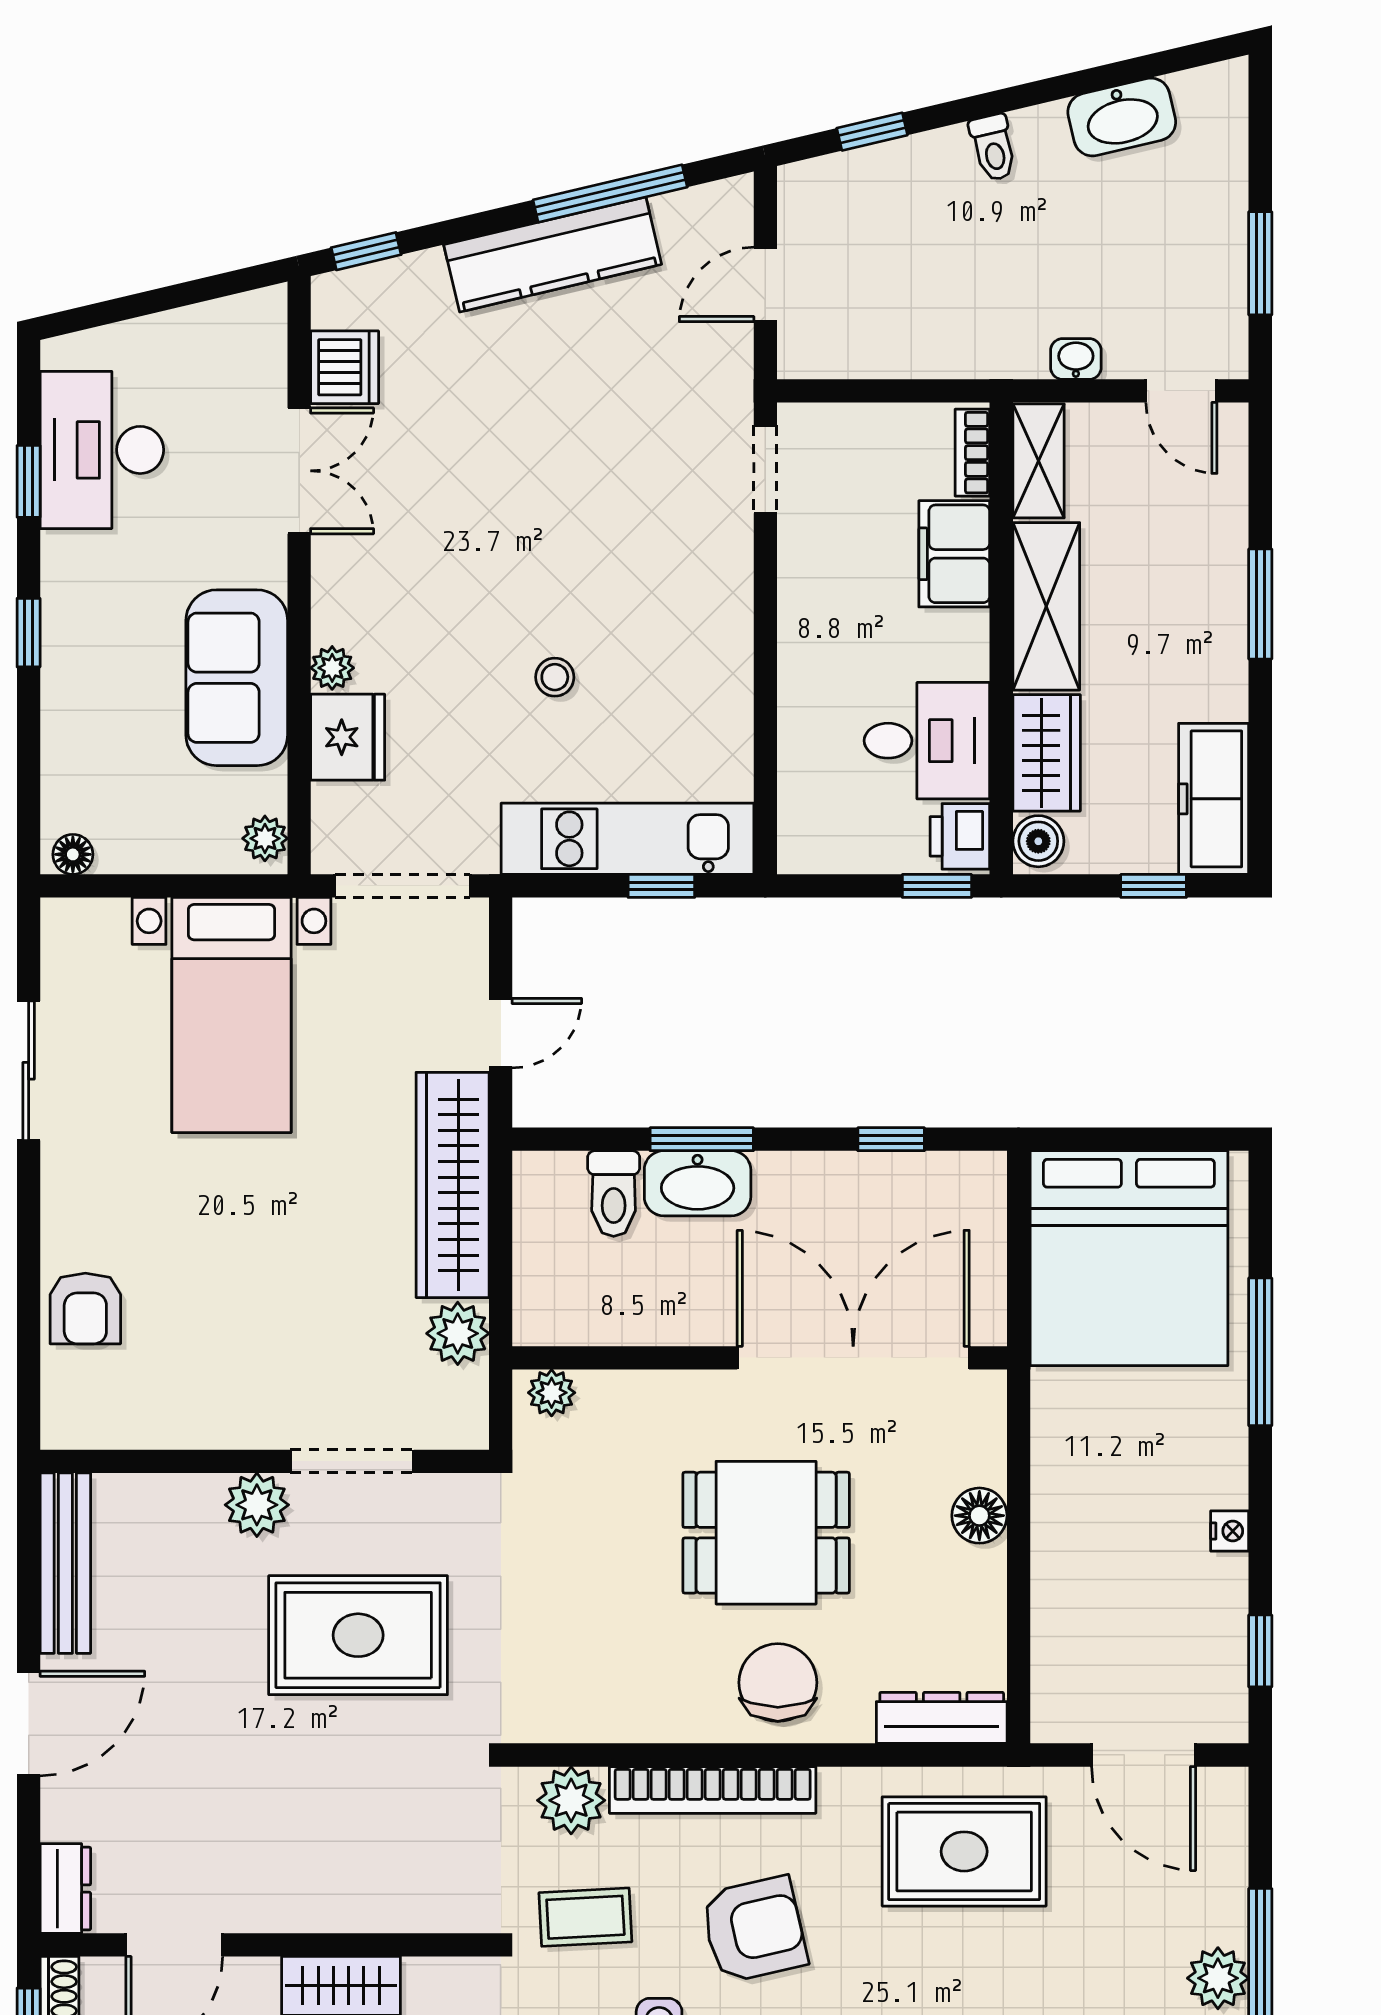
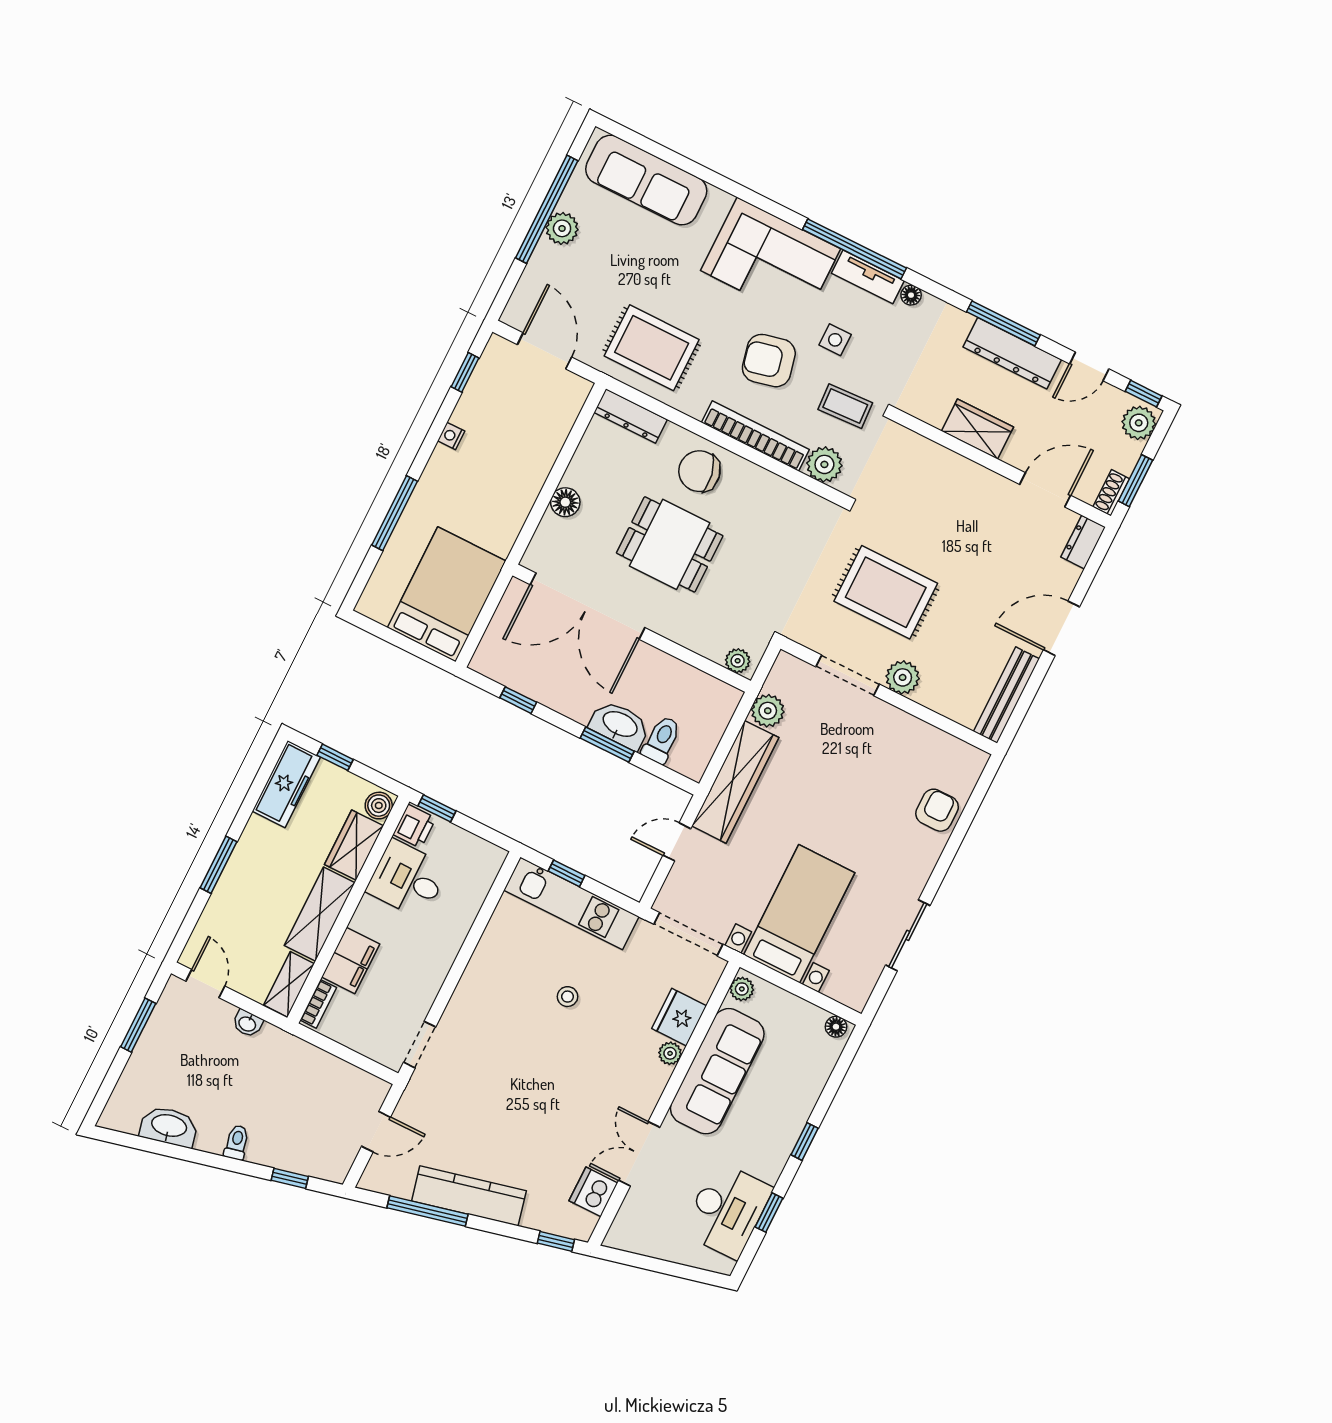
sofa: (237, 678) -> (717, 1071), width x1.36
bed: (1129, 1258) -> (447, 594), width x0.73
chair: (778, 1683) -> (699, 471), turned 79

